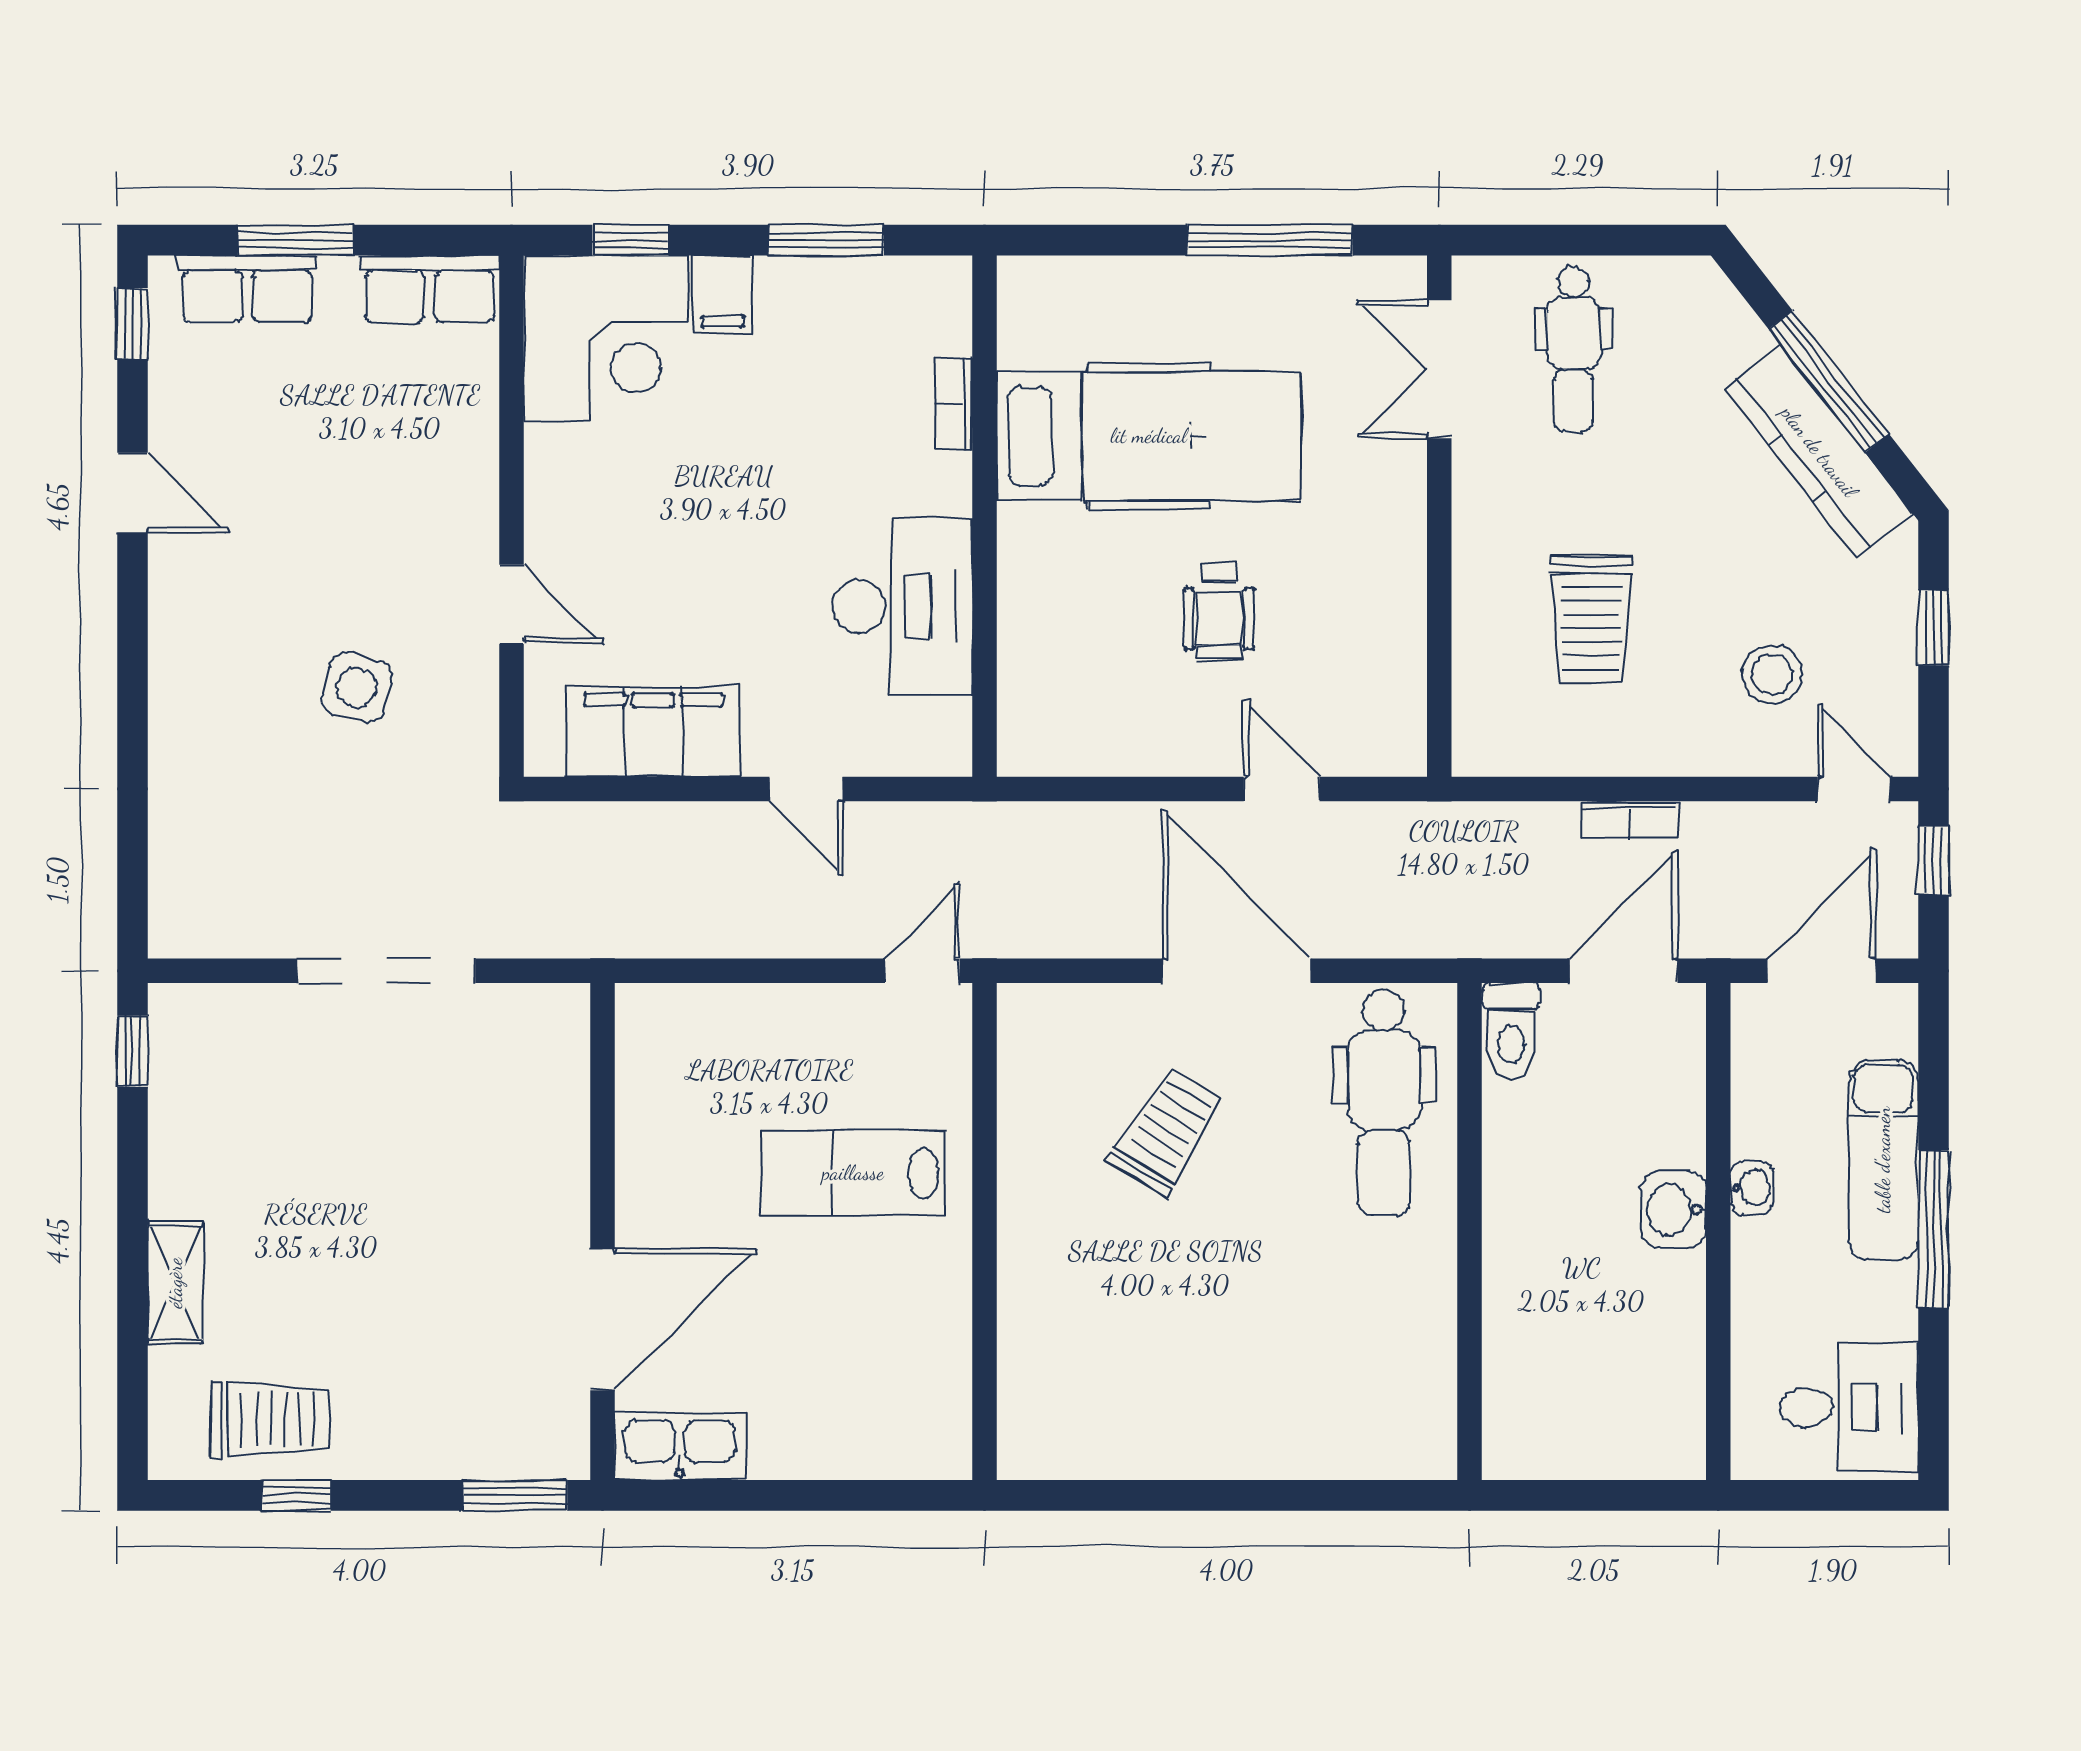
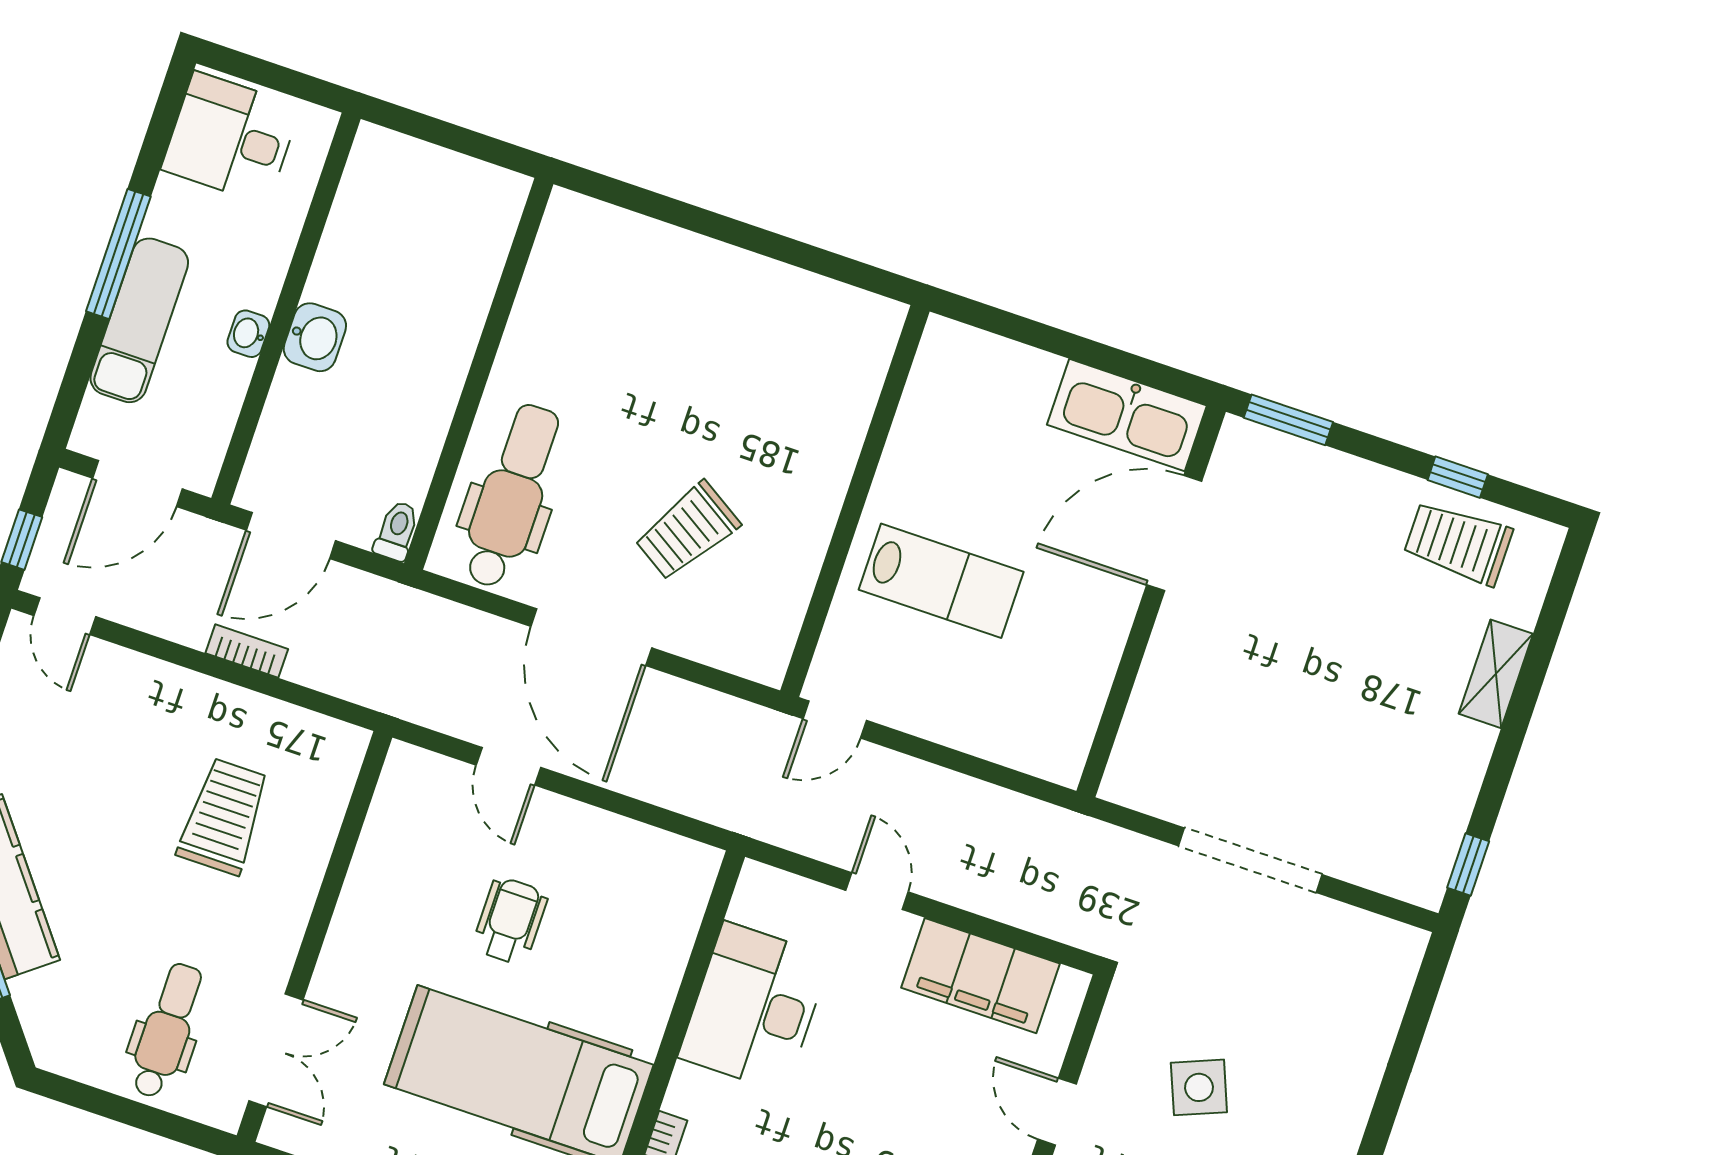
stool: (1772, 674) -> (98, 727), removed
side table: (357, 688) -> (1199, 1087), turned -36
toilet: (1511, 1031) -> (397, 531), width x0.73, depth x0.72
kitchen sink: (680, 1446) -> (1127, 415), width x1.36, depth x1.24

